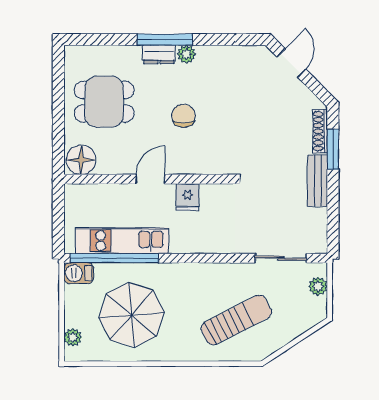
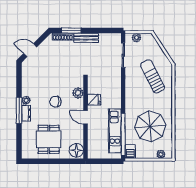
plant: (202, 163) -> (78, 93), added

